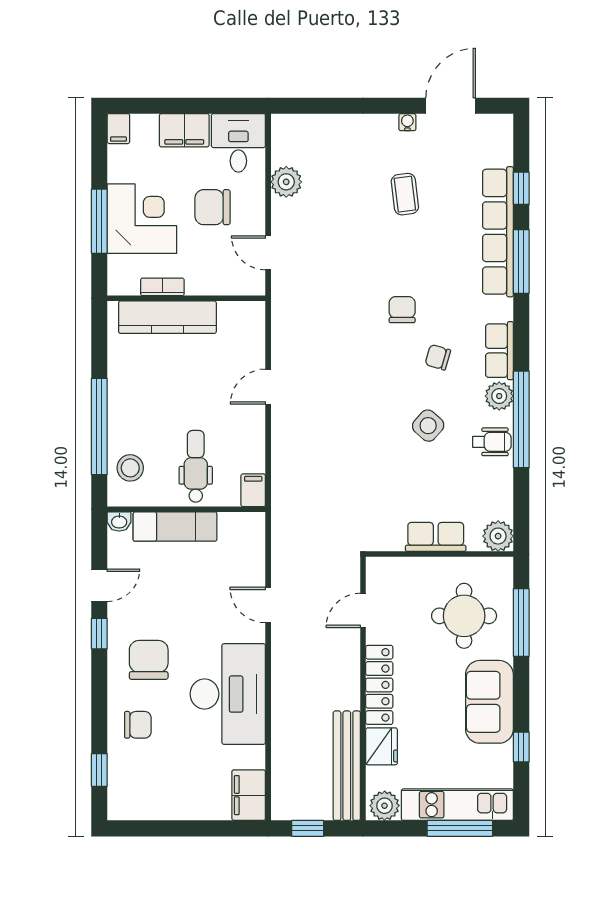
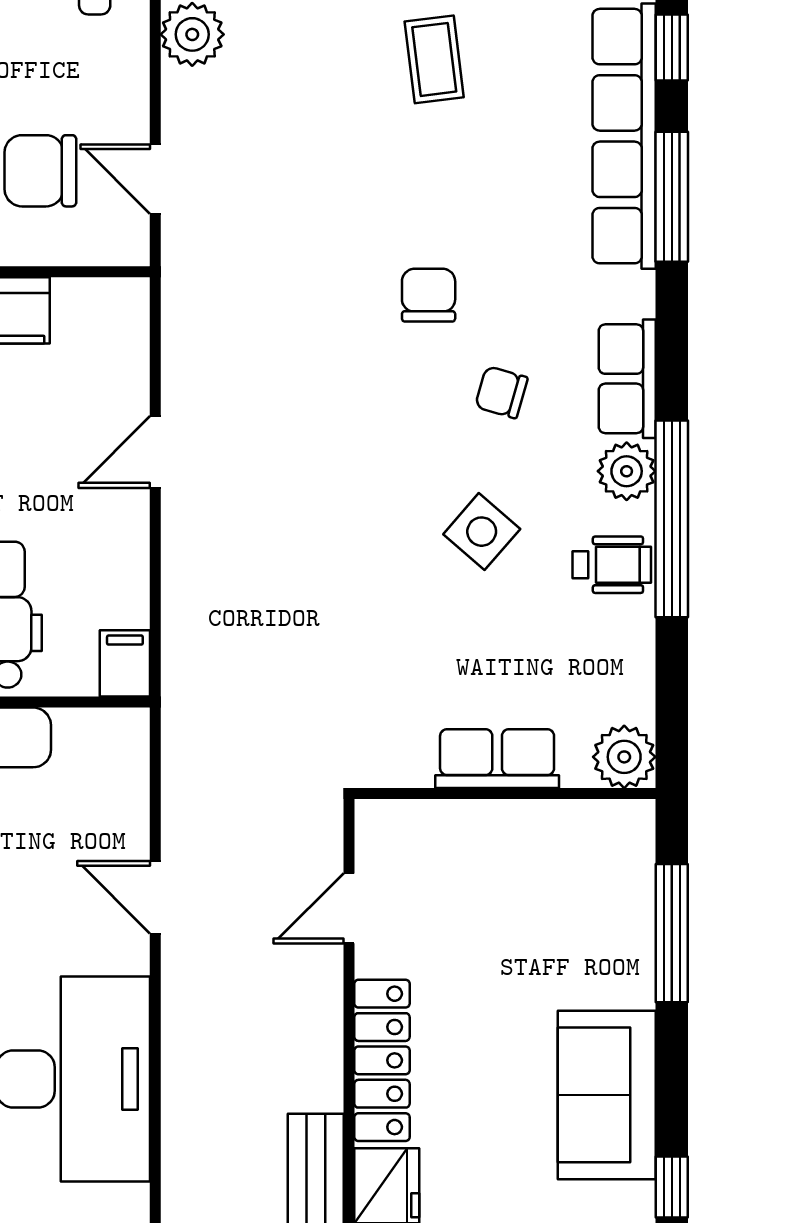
chair: (213, 207) -> (40, 171), moved
round table: (464, 616) -> (555, 919), removed

